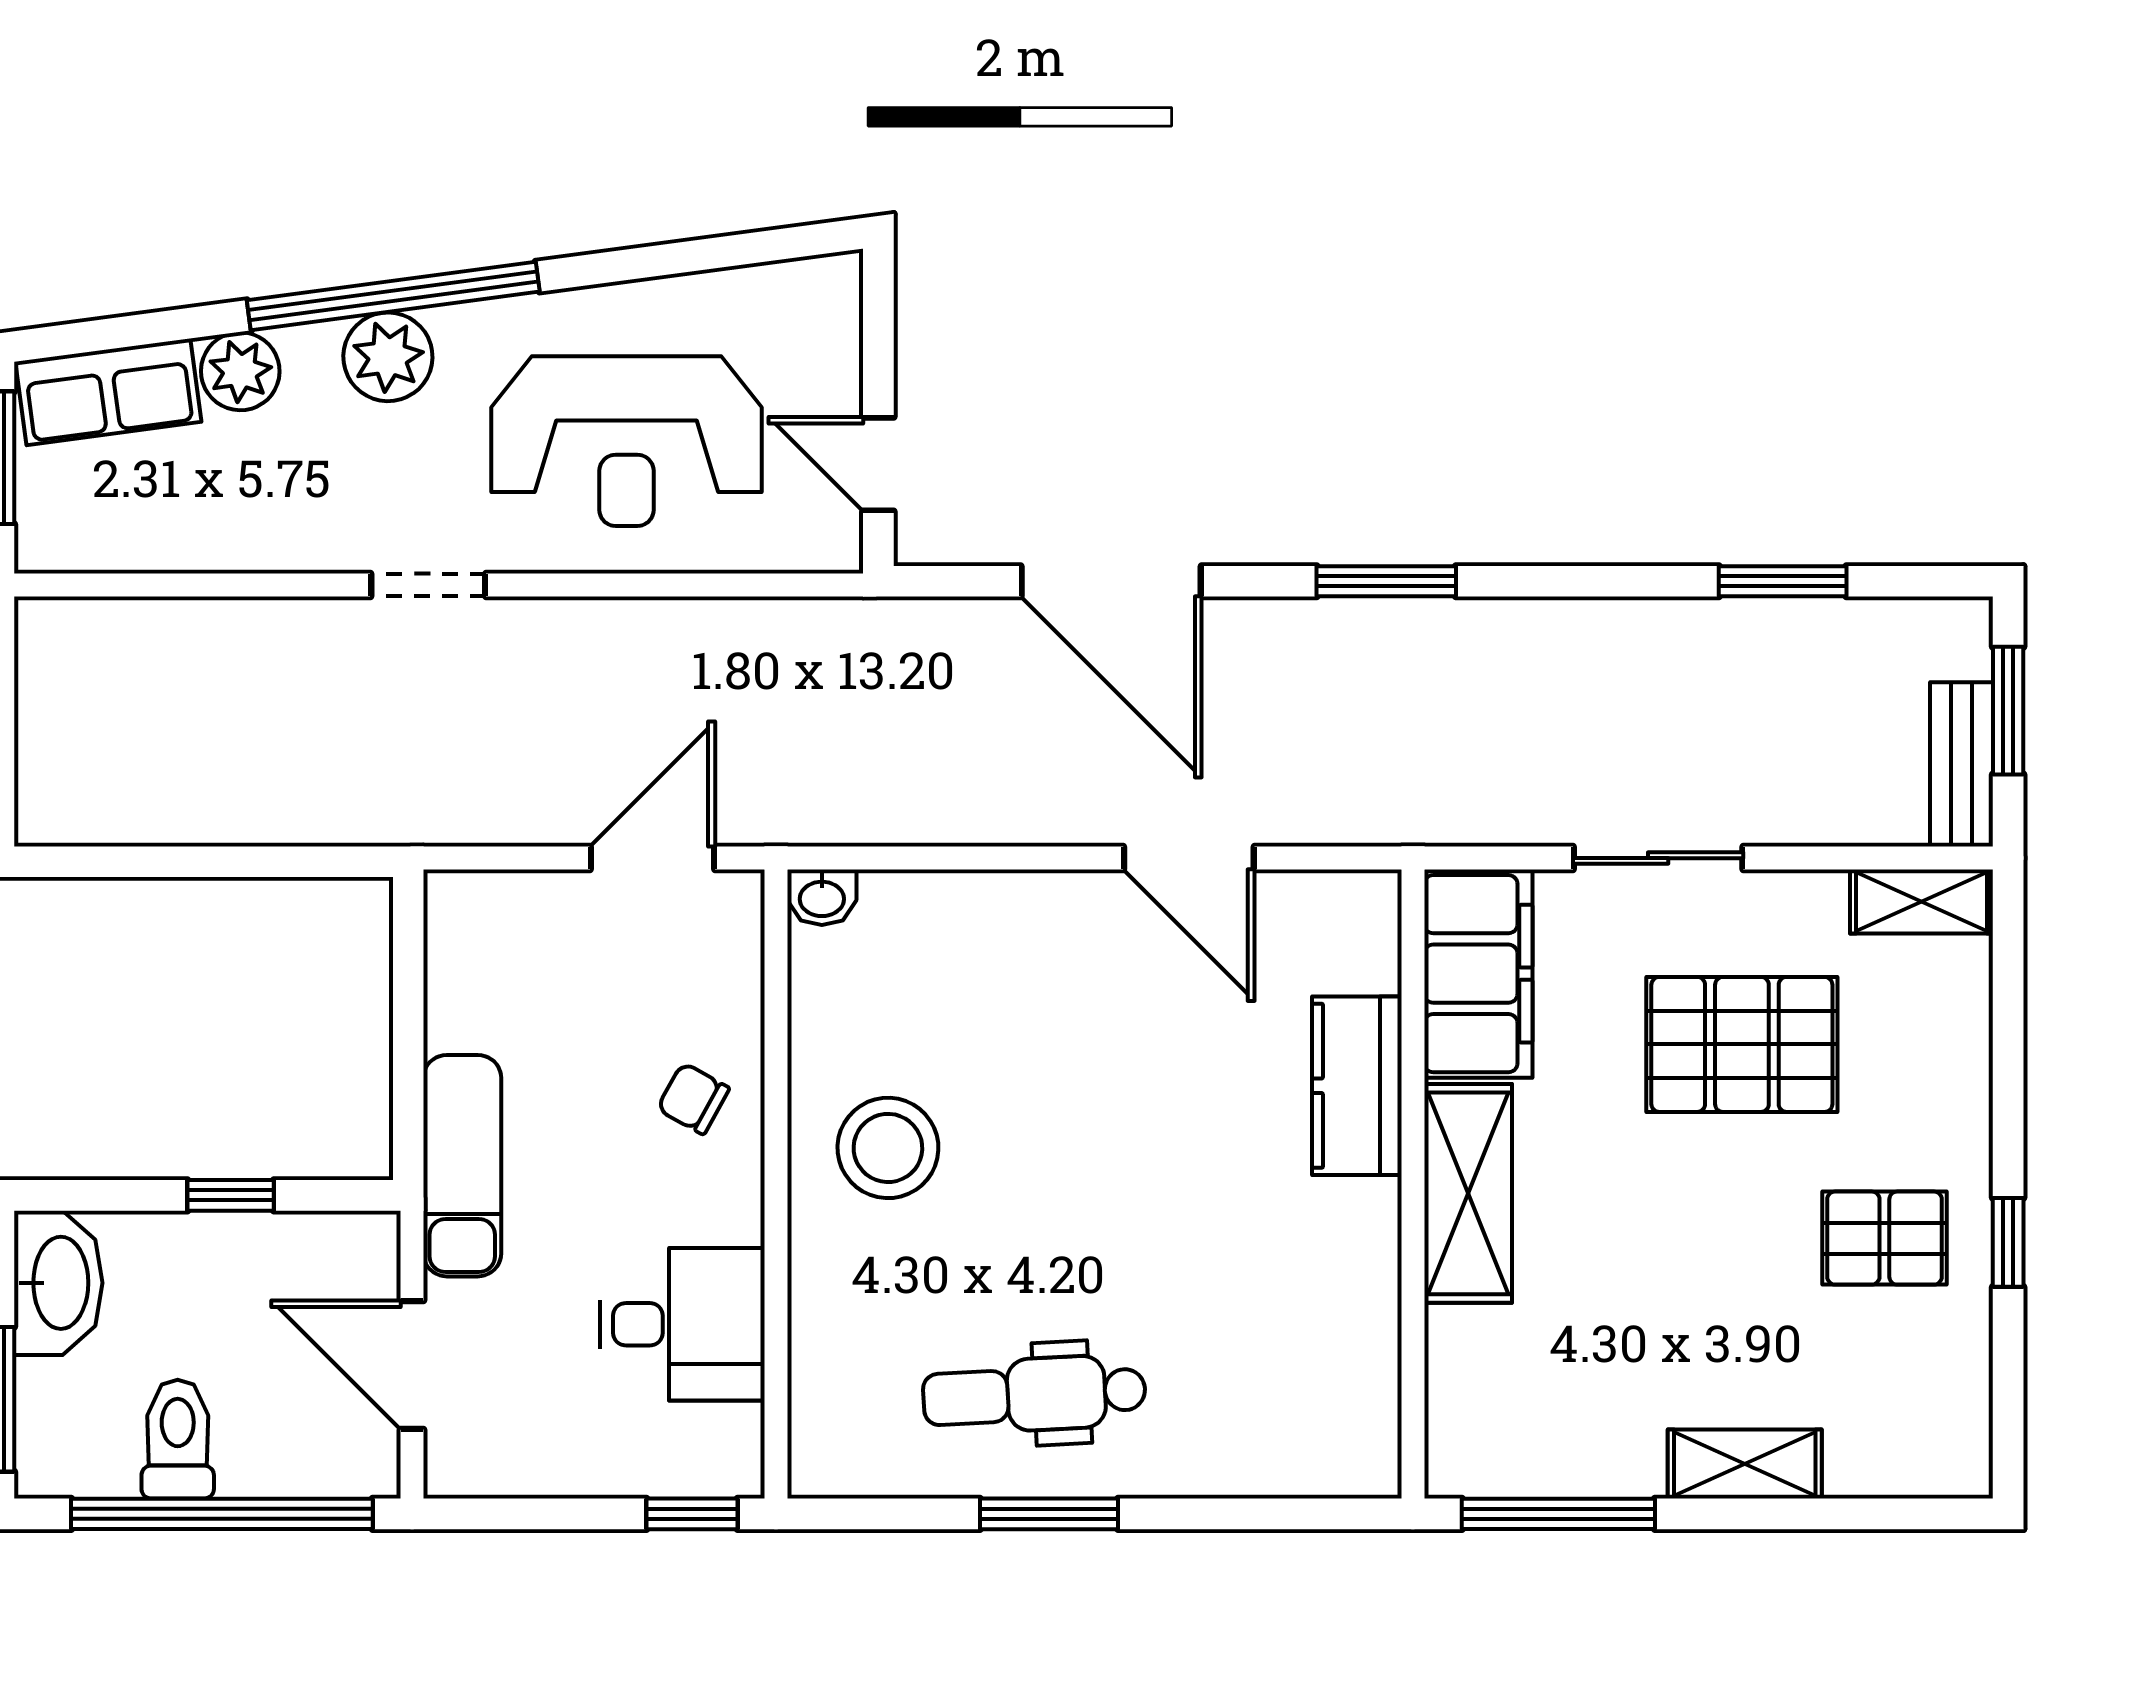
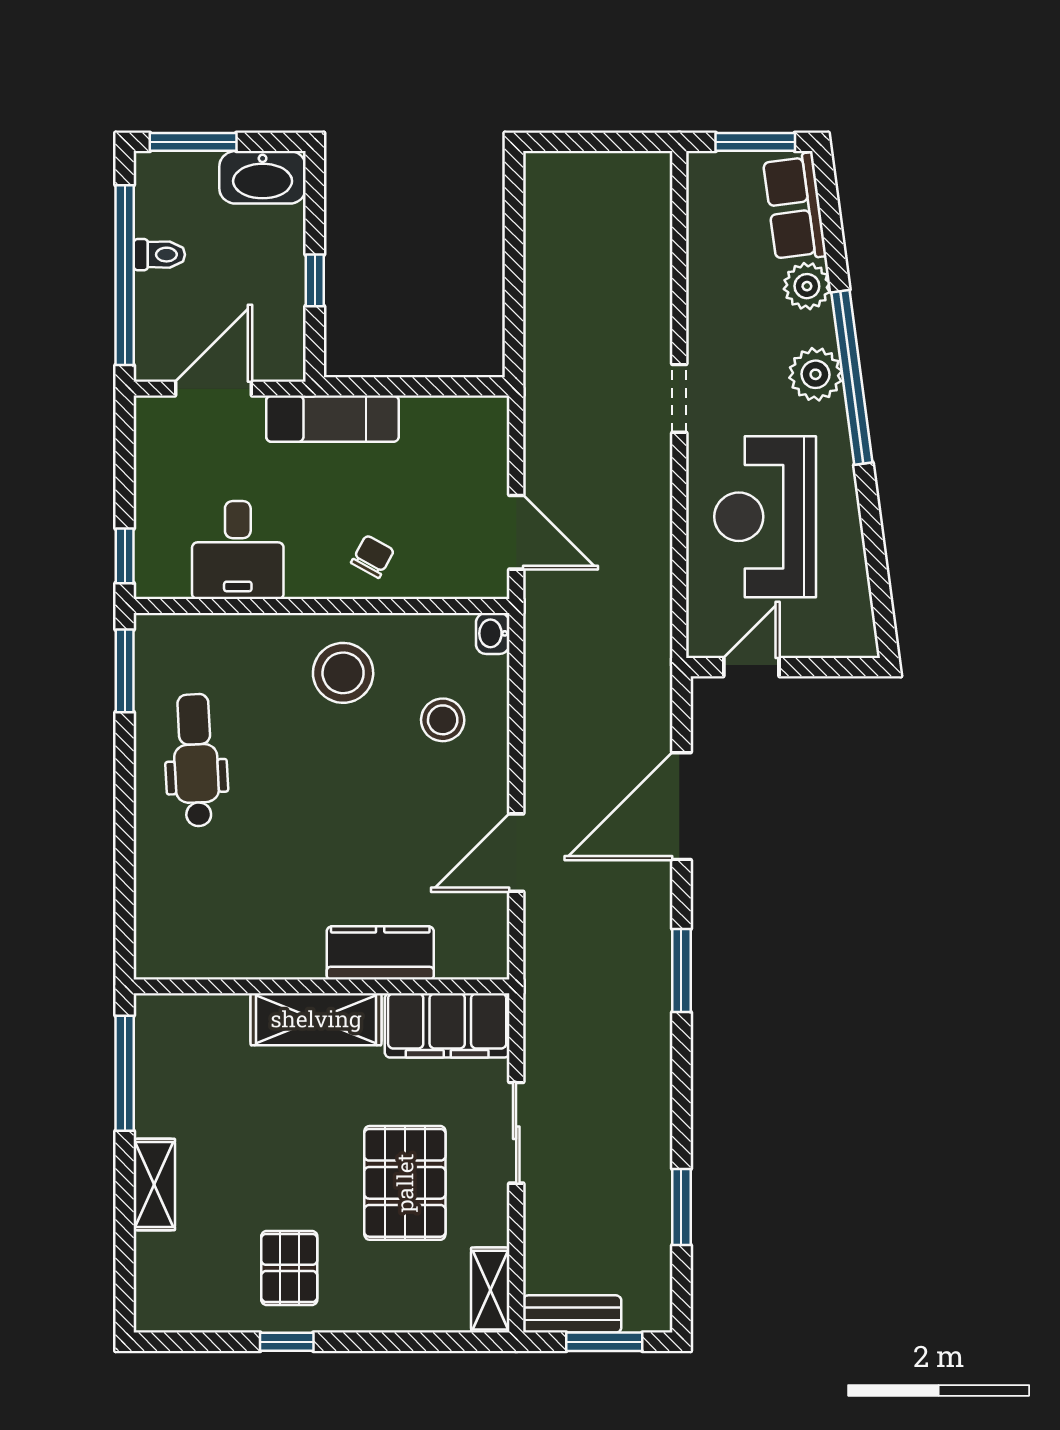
stool: (967, 981) -> (443, 720), added
toilet: (178, 1439) -> (159, 255), width x0.73, depth x0.72
window: (1049, 1514) -> (125, 671), moved

